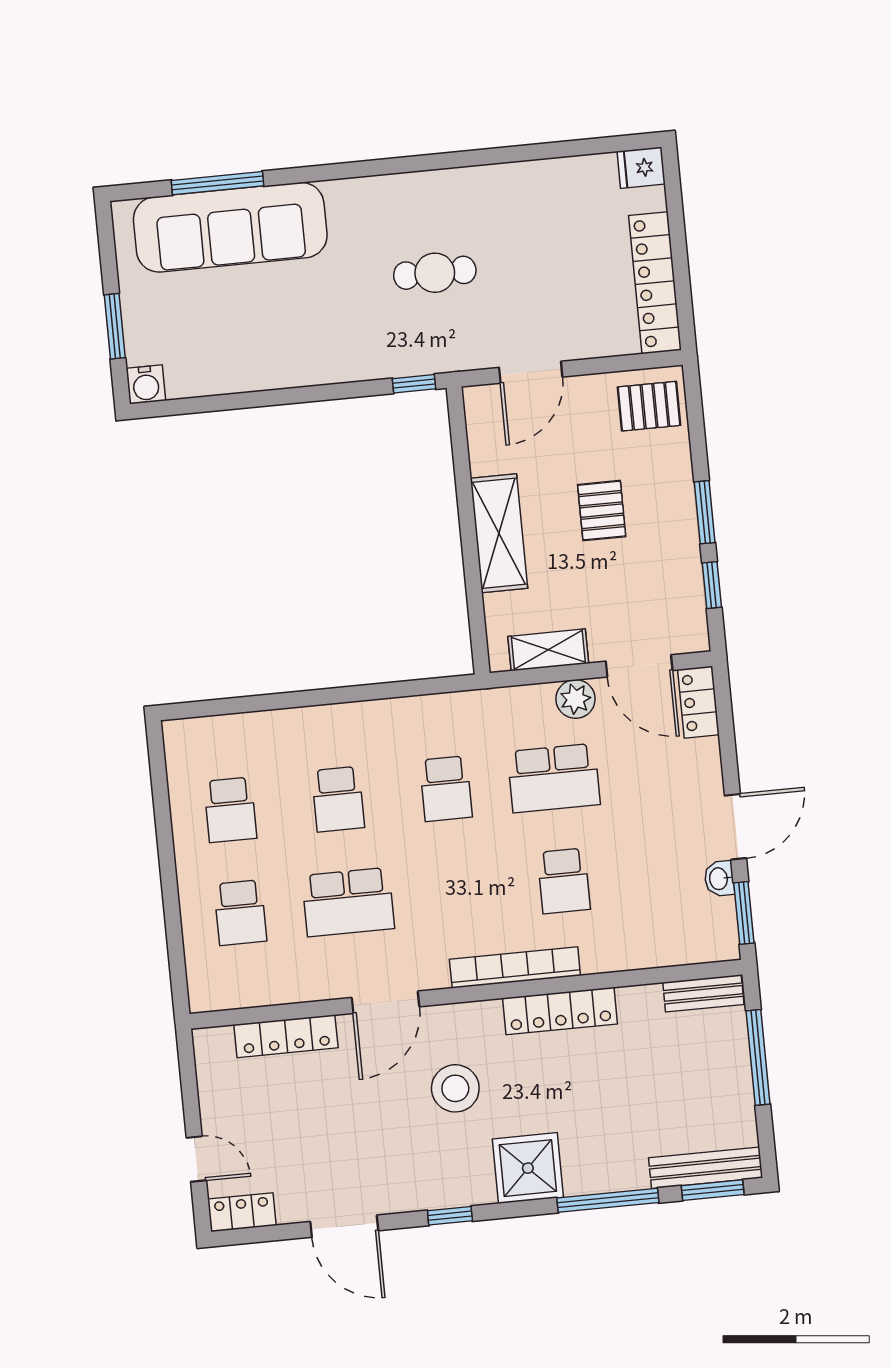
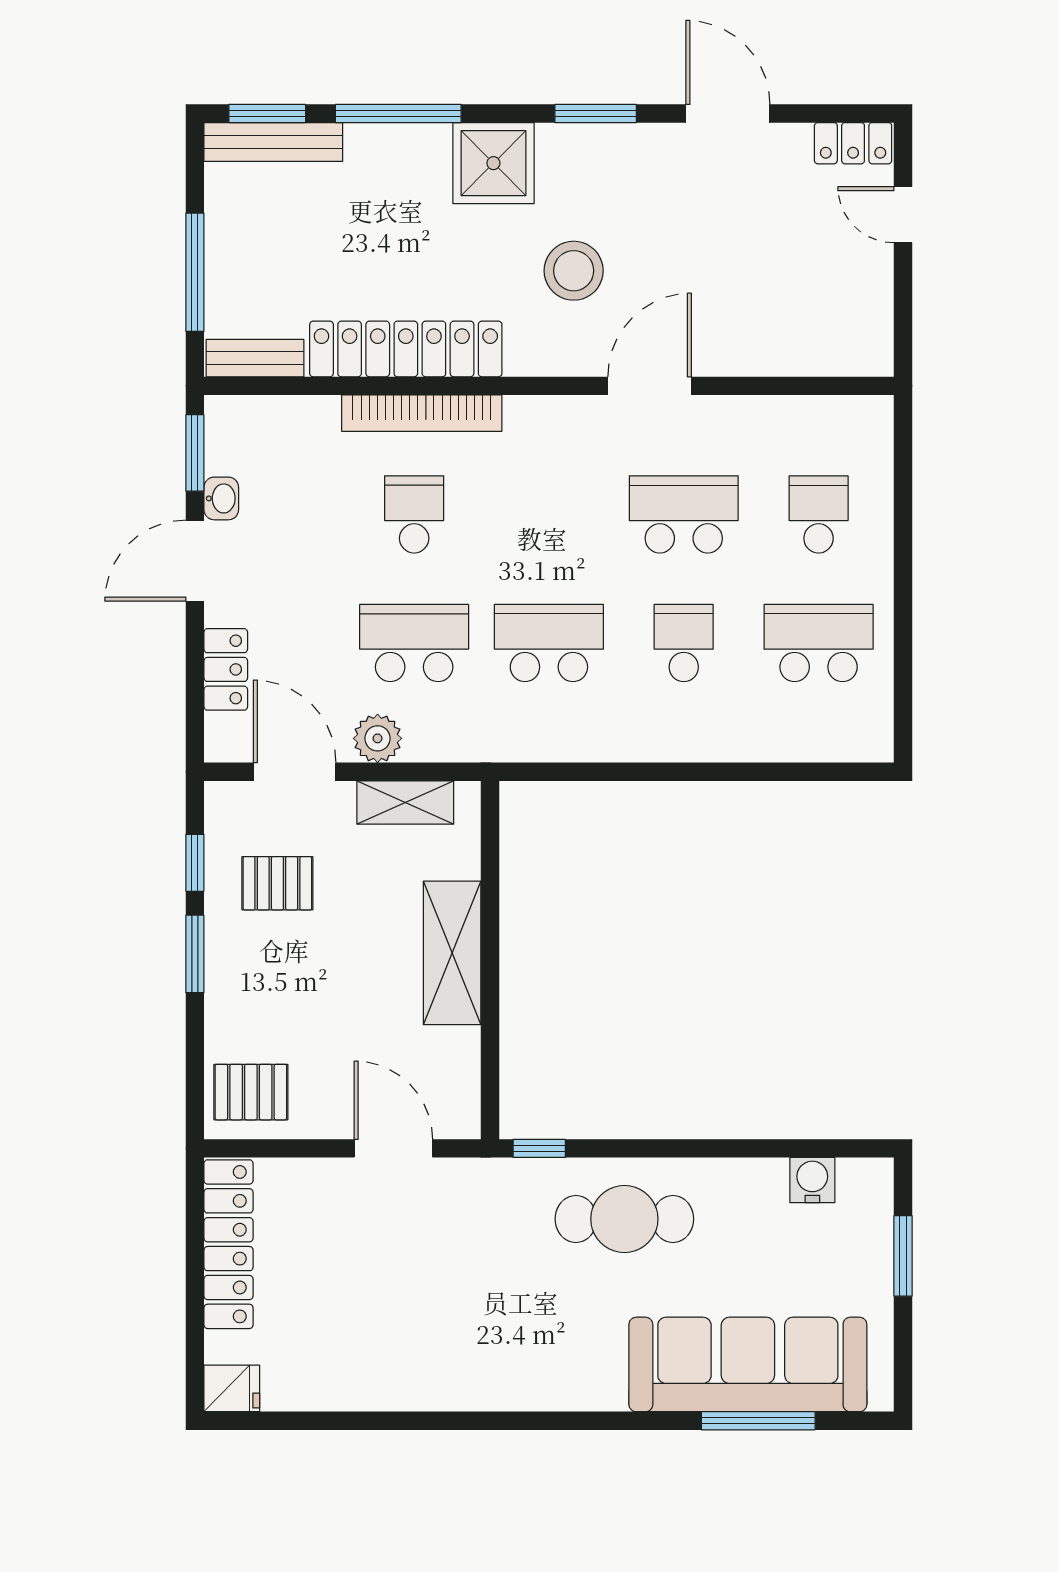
cafe table: (435, 273) -> (624, 1219), moved, width x1.37, depth x1.35
door: (531, 372) -> (393, 1148), hinge flipped
water cooler: (146, 384) -> (812, 1180), moved
pallet: (602, 511) -> (277, 883), moved, turned 90
locker: (698, 702) -> (226, 669), moved
school desk: (446, 789) -> (549, 643), width x1.85
school desk: (230, 810) -> (819, 643), width x1.85
bookcase: (515, 968) -> (422, 413), moved
locker: (560, 1011) -> (406, 349), width x1.41, depth x1.21
locker: (286, 1036) -> (777, 356), removed
window: (450, 1216) -> (596, 114), width x1.50

